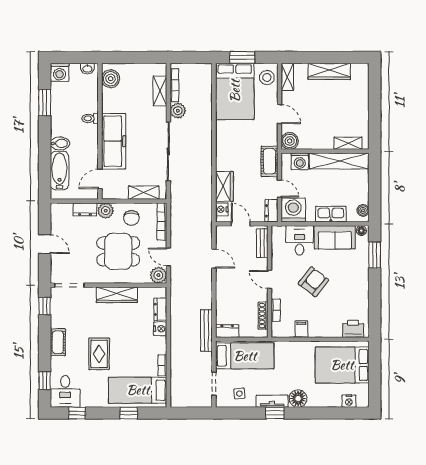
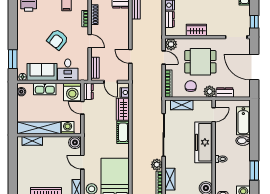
cot: (269, 161) -> (123, 132), moved
door: (45, 244) -> (254, 67), width x1.87
wardrobe: (117, 295) -> (196, 30), width x0.67

